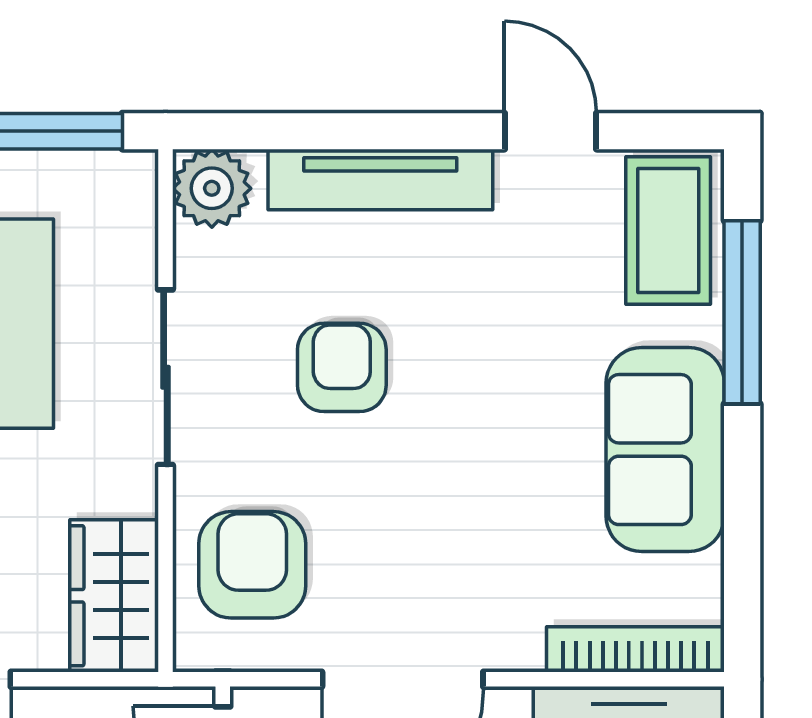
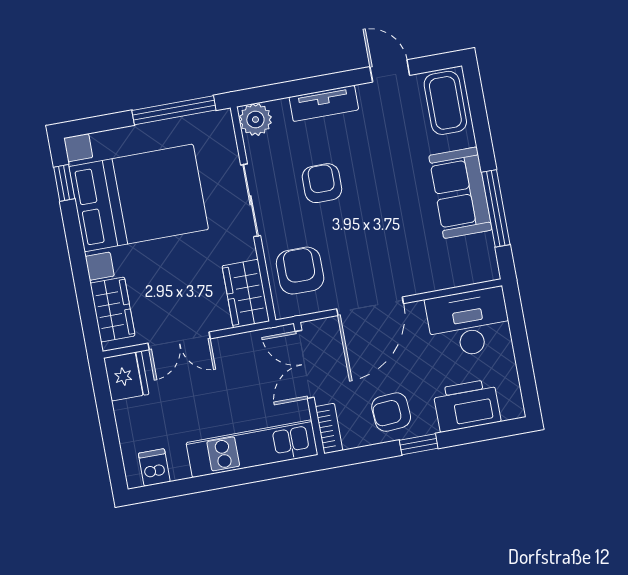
tv unit: (380, 180) -> (324, 103), width x0.71
window: (742, 312) -> (496, 208), moved
bookcase: (635, 649) -> (463, 277), removed

